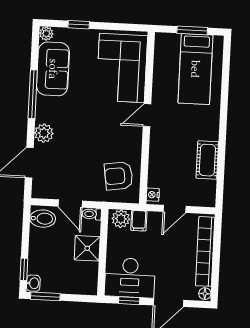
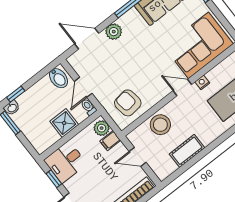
stool: (163, 164) -> (160, 125), added
nightstand: (153, 195) -> (202, 82), moved
desk: (130, 278) -> (65, 162), width x0.73

